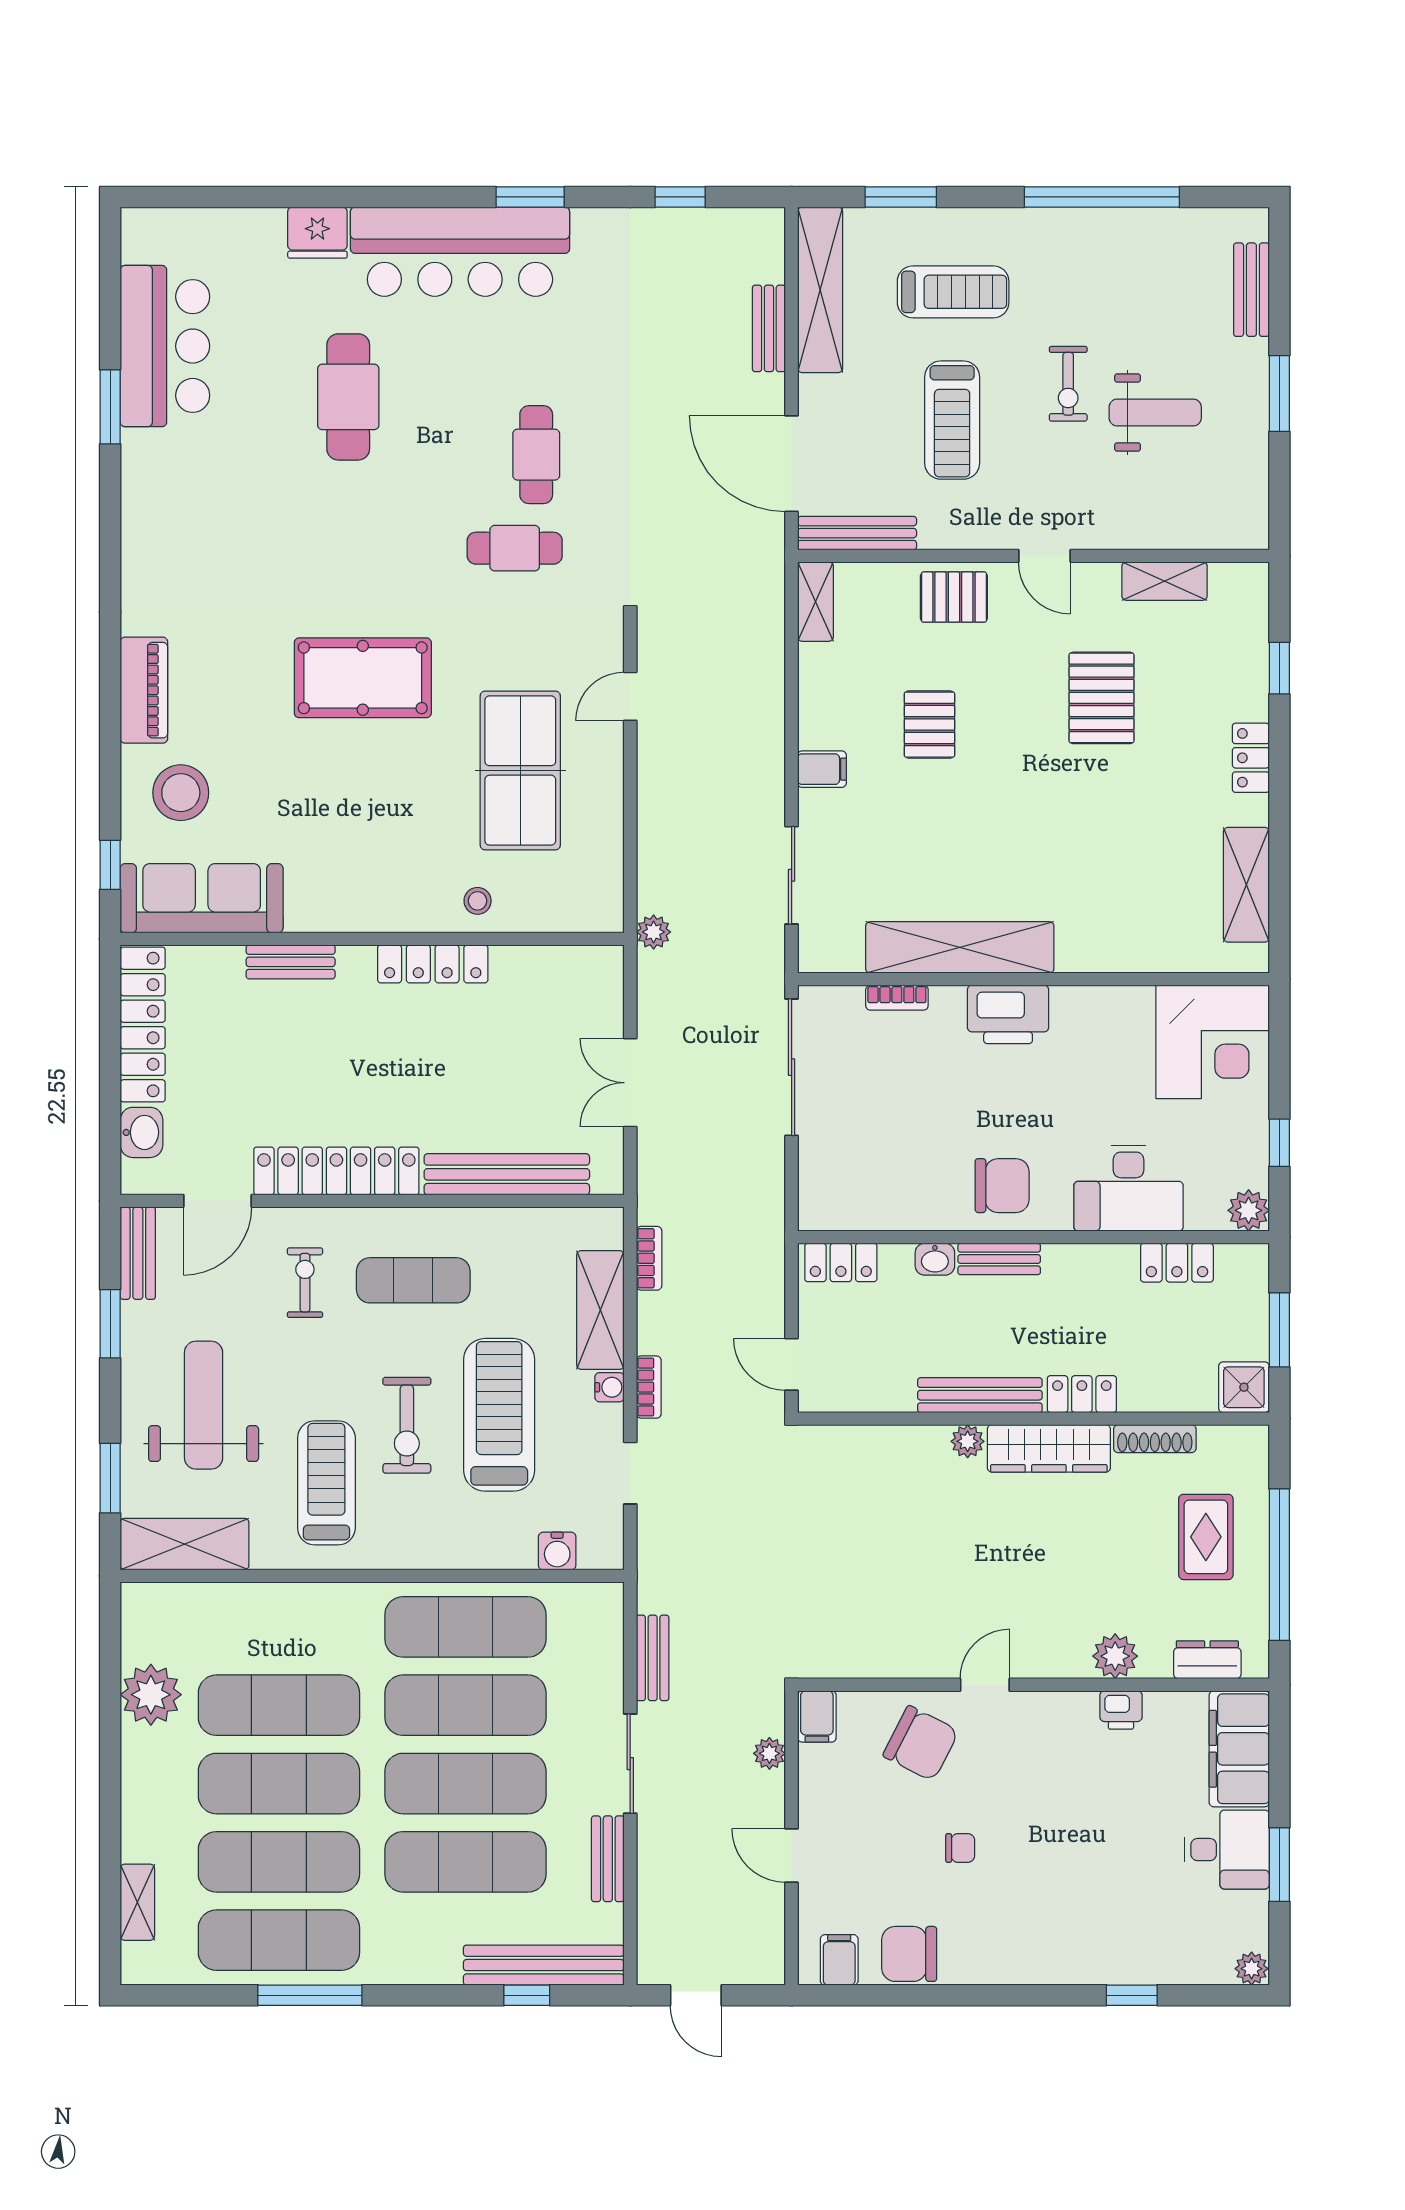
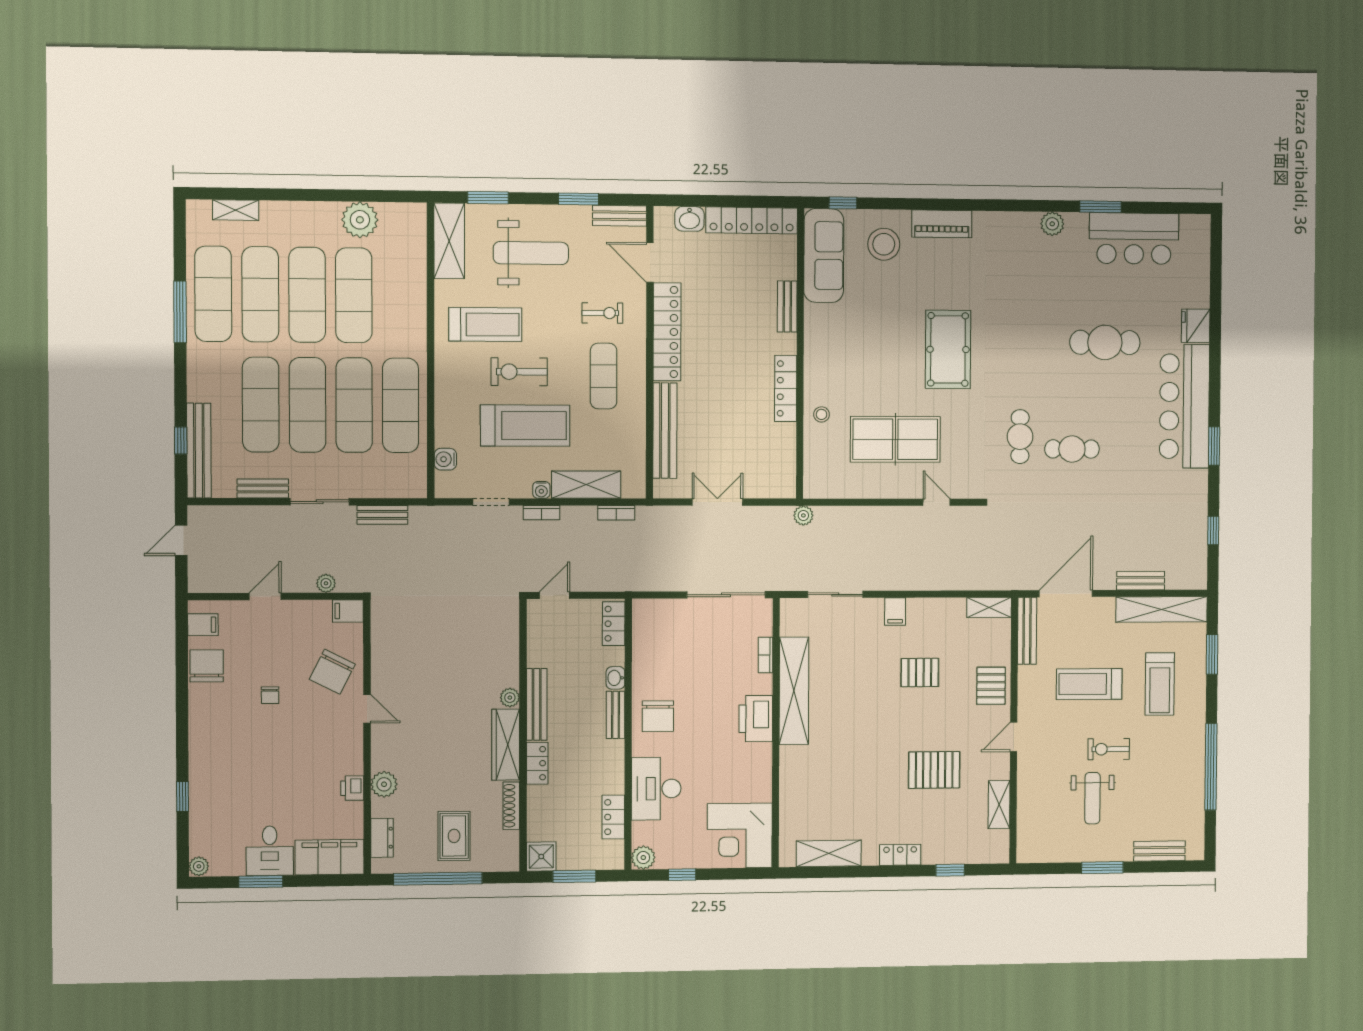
plant: (141, 493) -> (1052, 224), added
rug: (1206, 1537) -> (454, 836), turned 90

